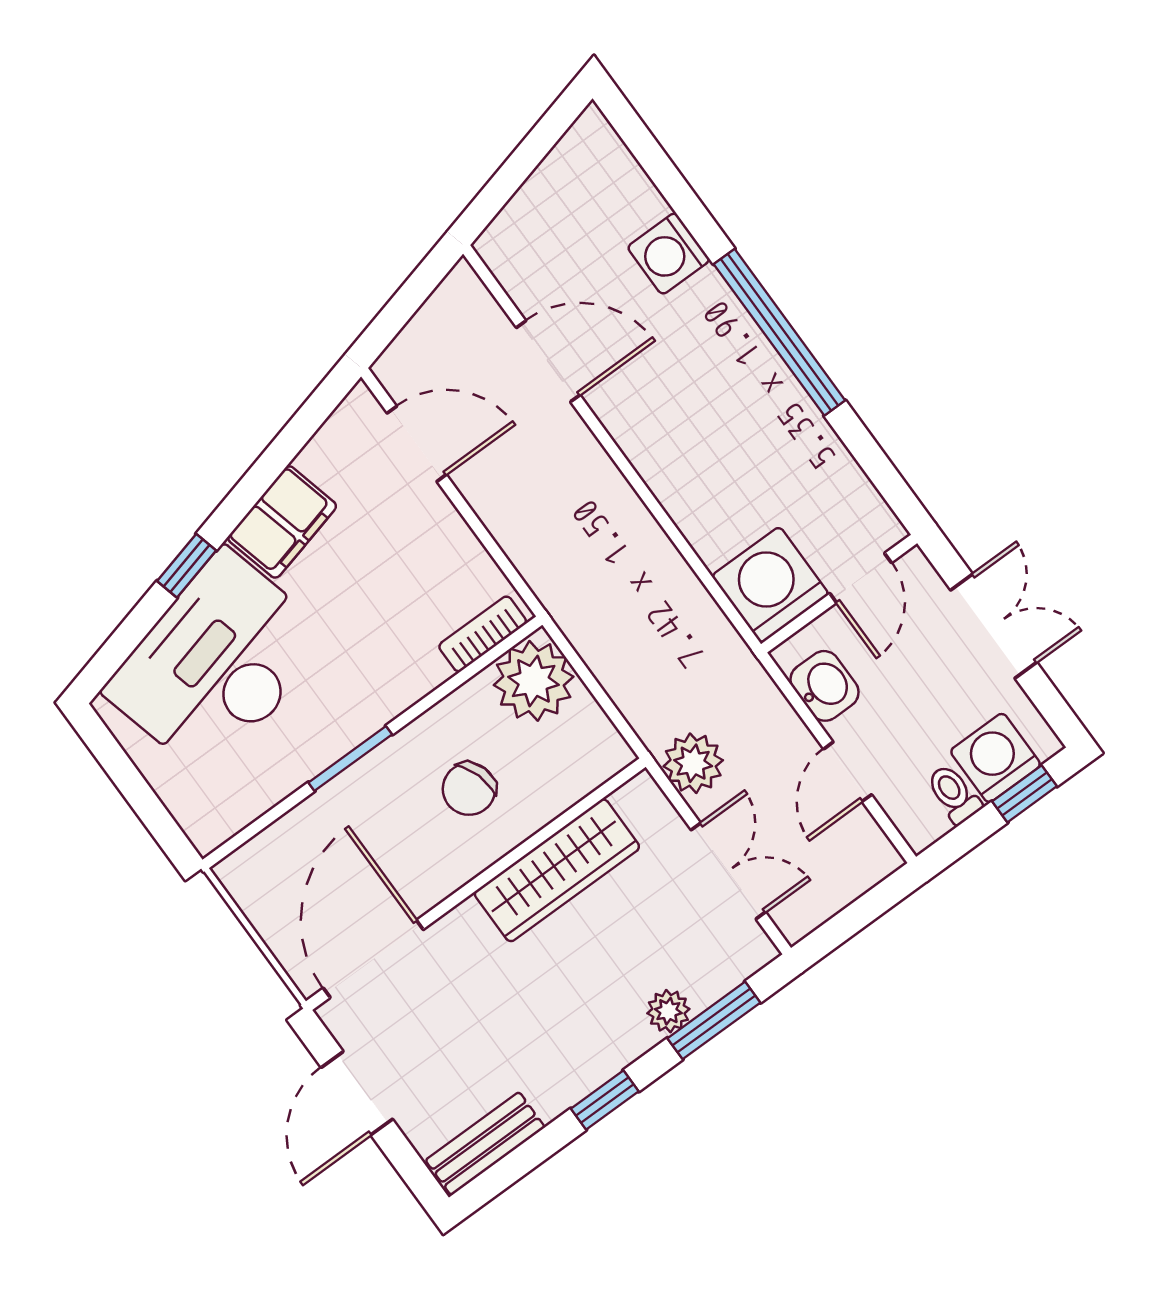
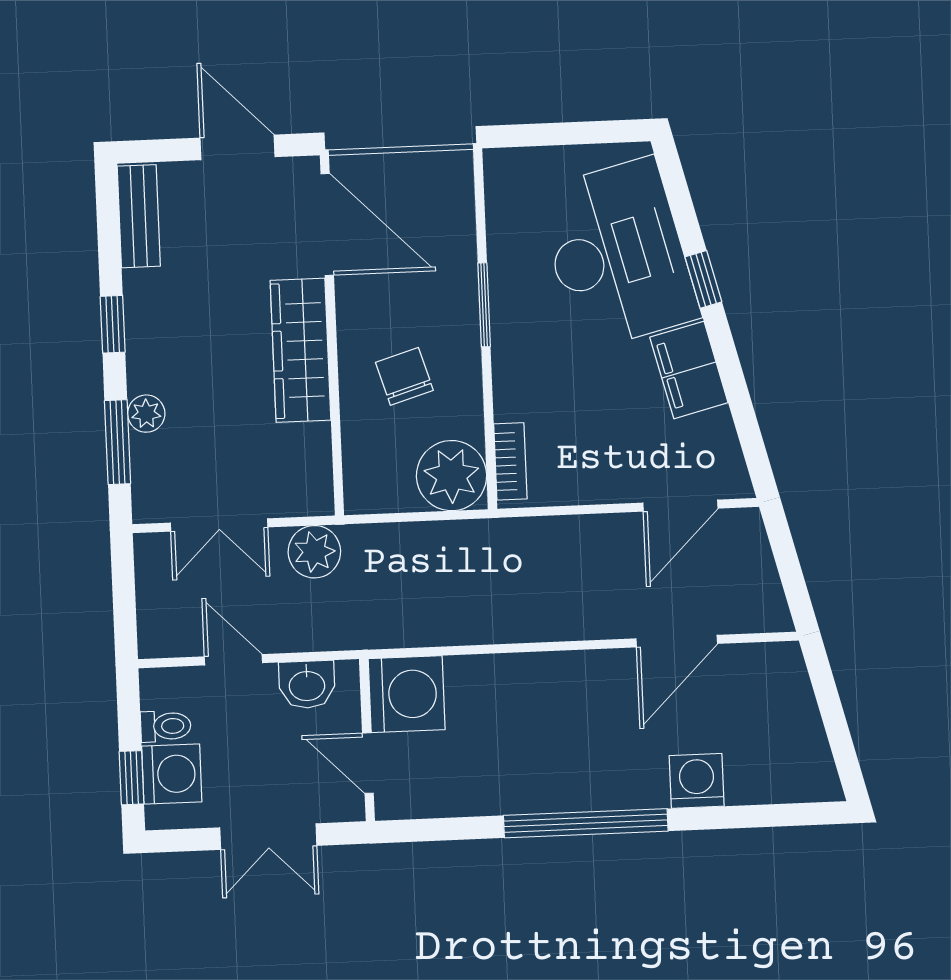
wardrobe: (557, 870) -> (301, 350), moved

